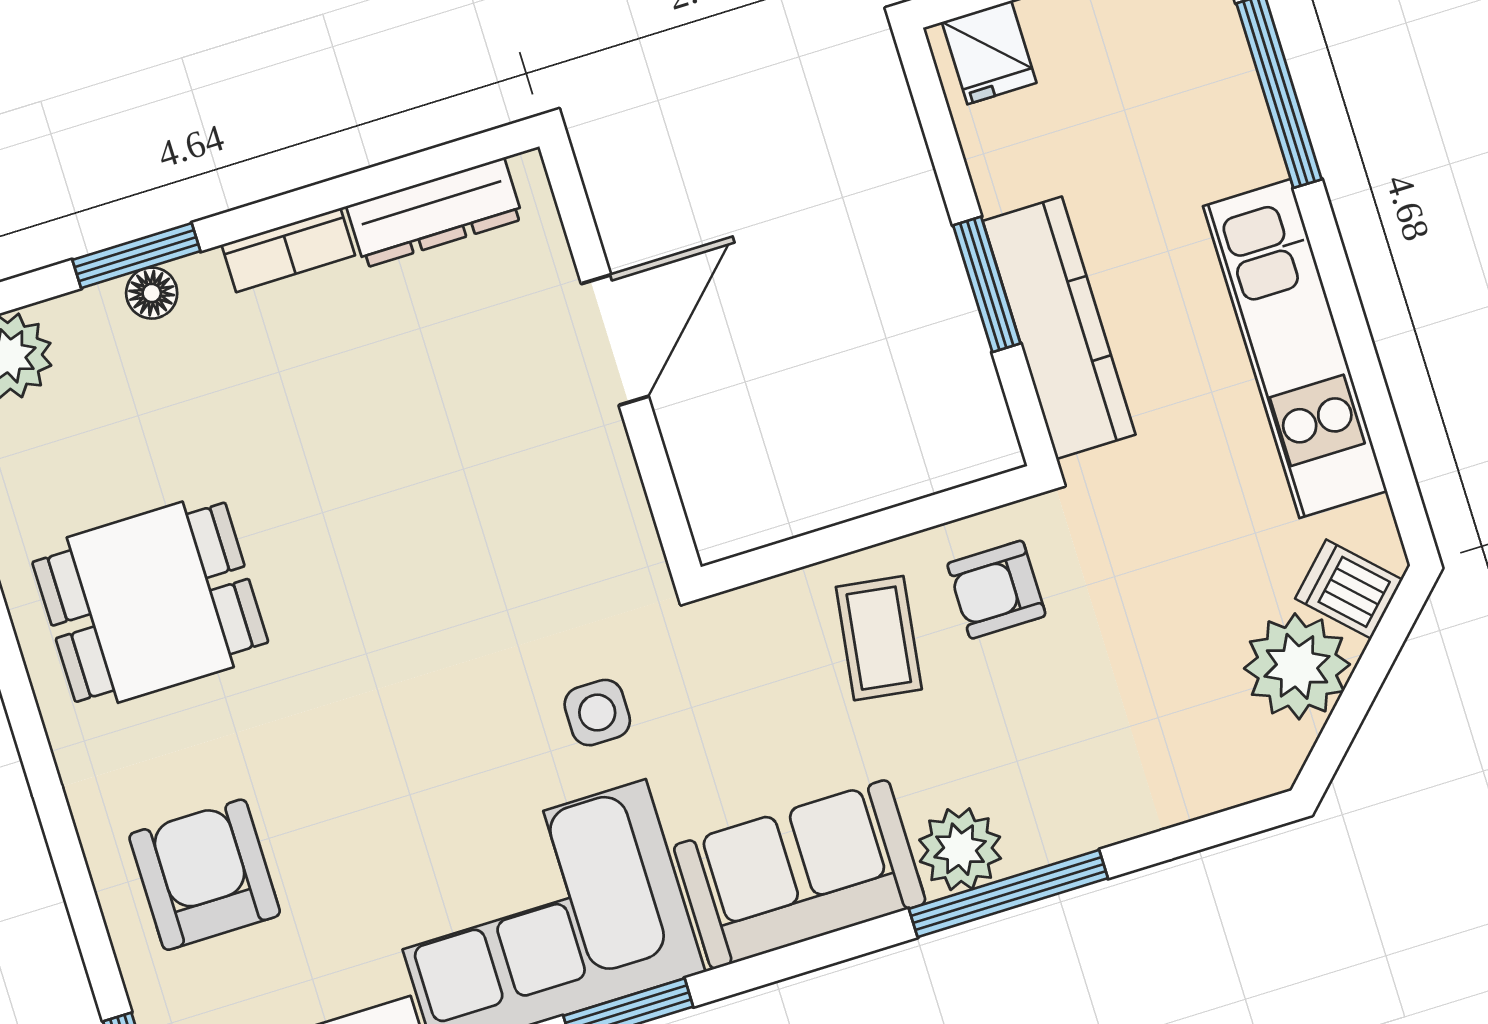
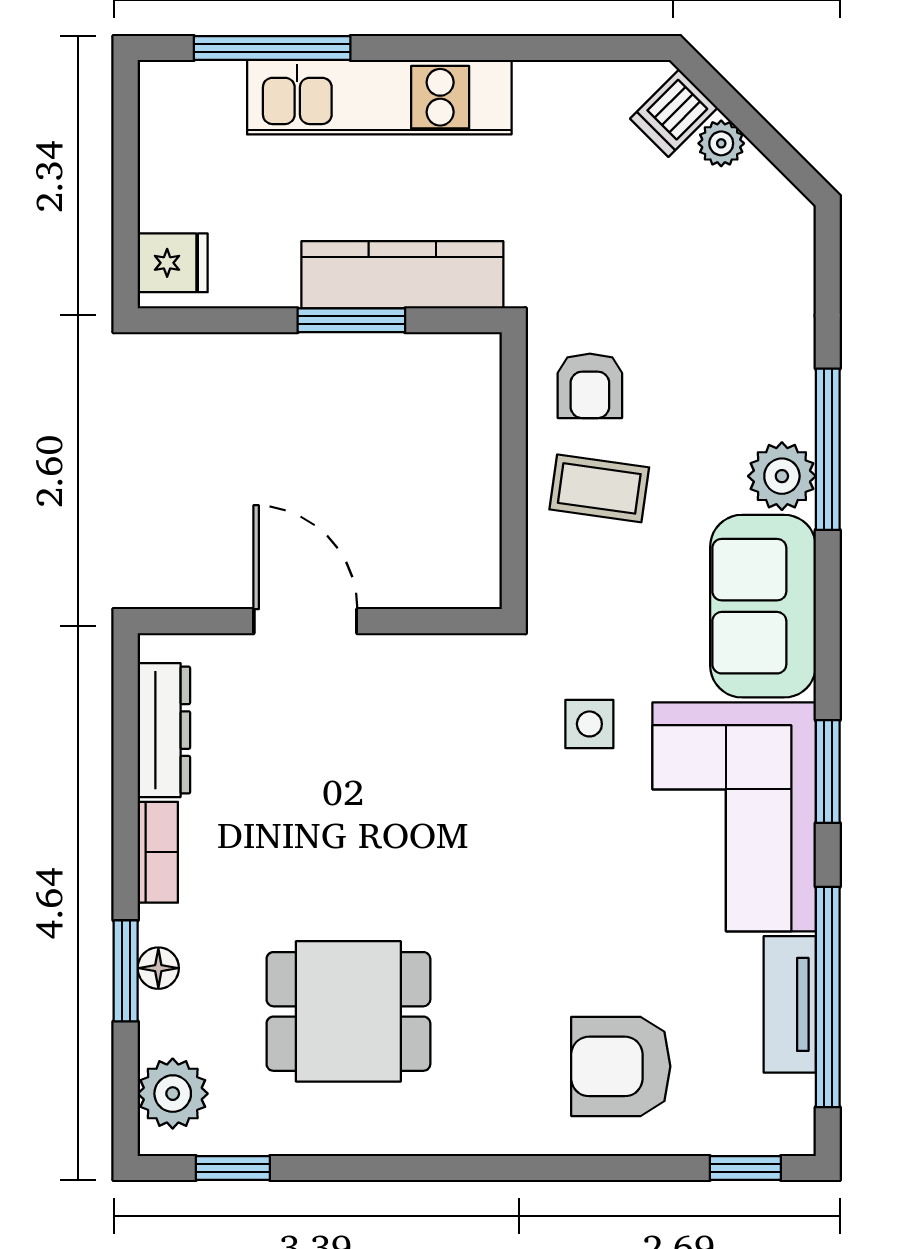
kitchen unit: (1295, 349) -> (379, 97), moved
dining table: (150, 602) -> (348, 1011), moved, turned 90
plant: (1297, 666) -> (721, 143), width x0.53, depth x0.53

